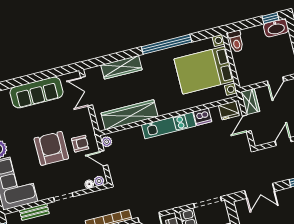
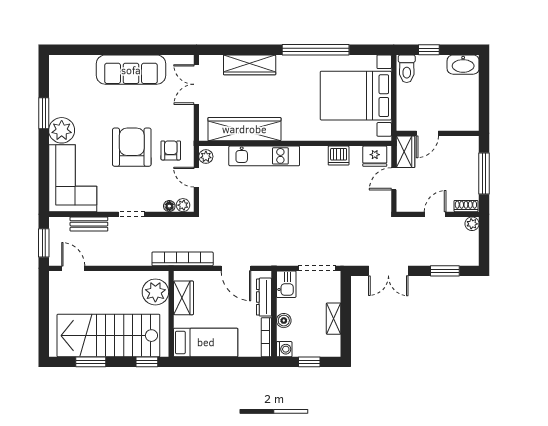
window: (270, 18) -> (429, 50), moved
door: (275, 81) -> (427, 133), moved
kitchen unit: (169, 125) -> (264, 156), moved
armchair: (80, 144) -> (171, 150), turned -90

